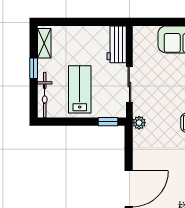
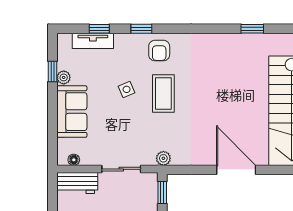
floor lamp: (138, 41) -> (74, 160), added

